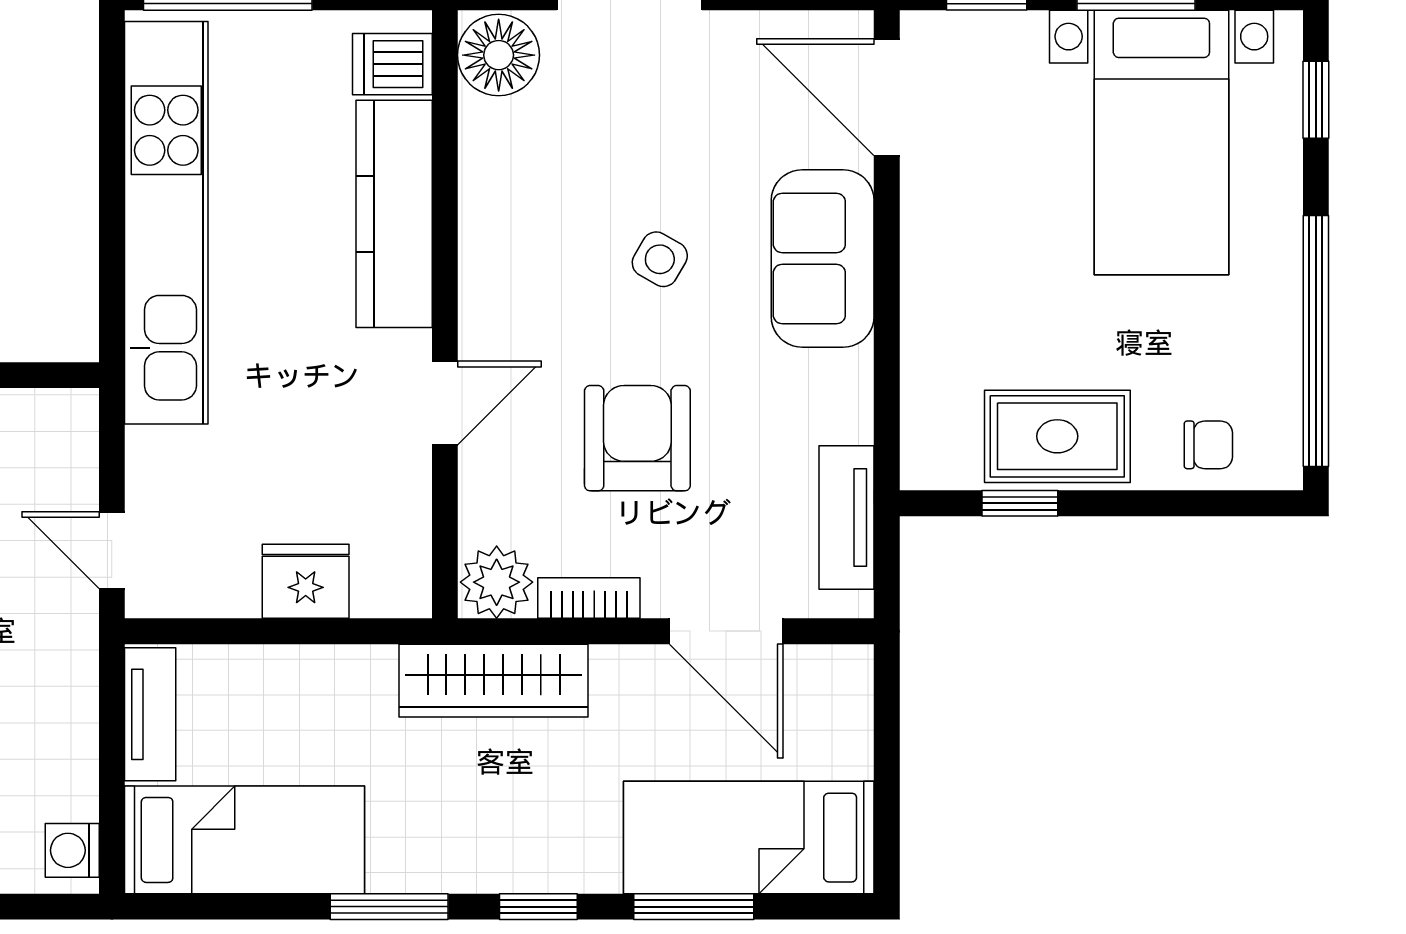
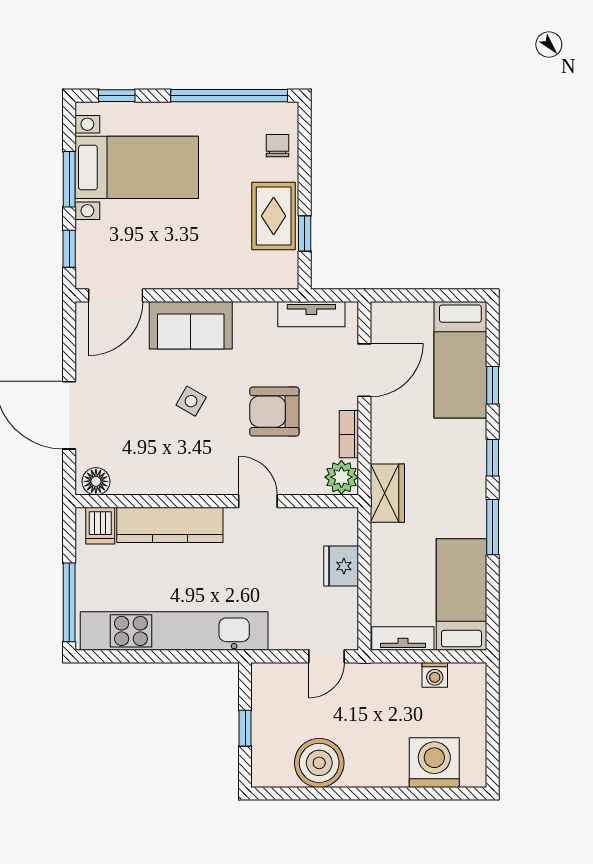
floor lamp: (499, 55) -> (96, 481), width x0.73, depth x0.73
wardrobe: (494, 681) -> (387, 493), width x0.67
washing machine: (72, 850) -> (435, 675), moved
window: (694, 907) -> (493, 385), width x0.67

